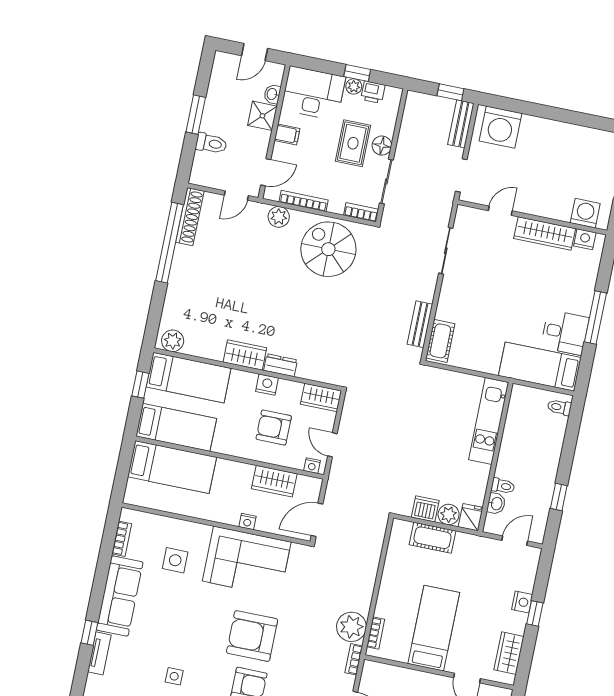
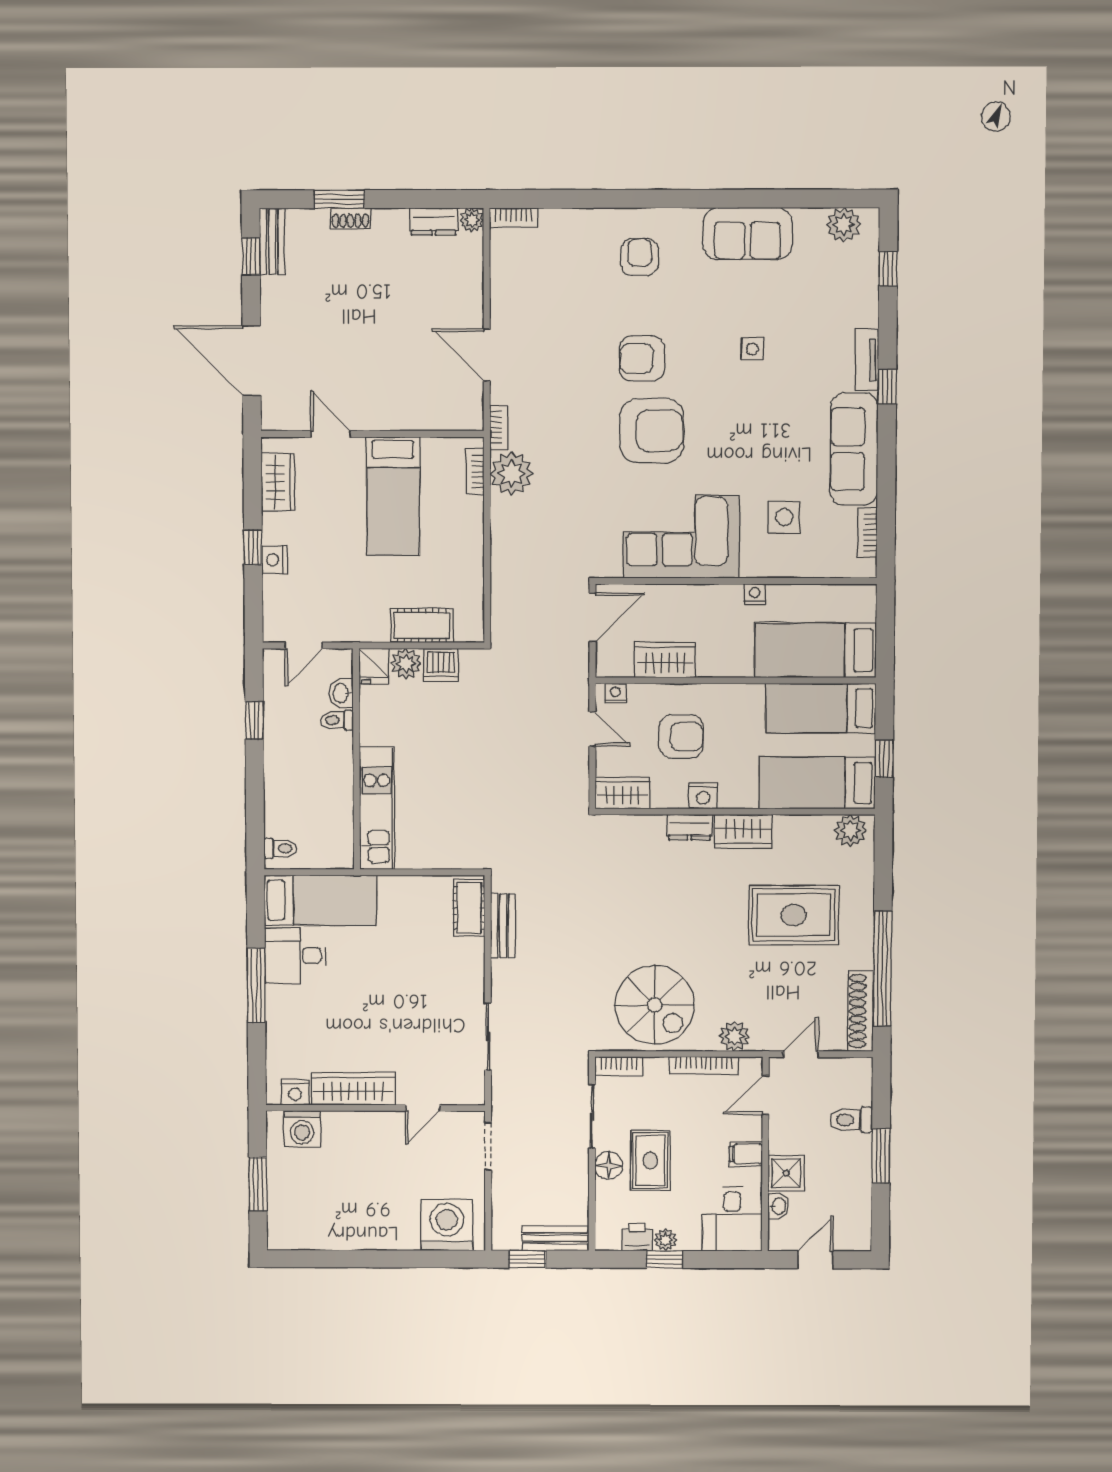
desk: (313, 93) -> (732, 1219), width x0.73
bench: (461, 124) -> (555, 1238), moved, turned 90
rug: (222, 291) -> (794, 915), added
nightstand: (247, 522) -> (755, 594), moved

